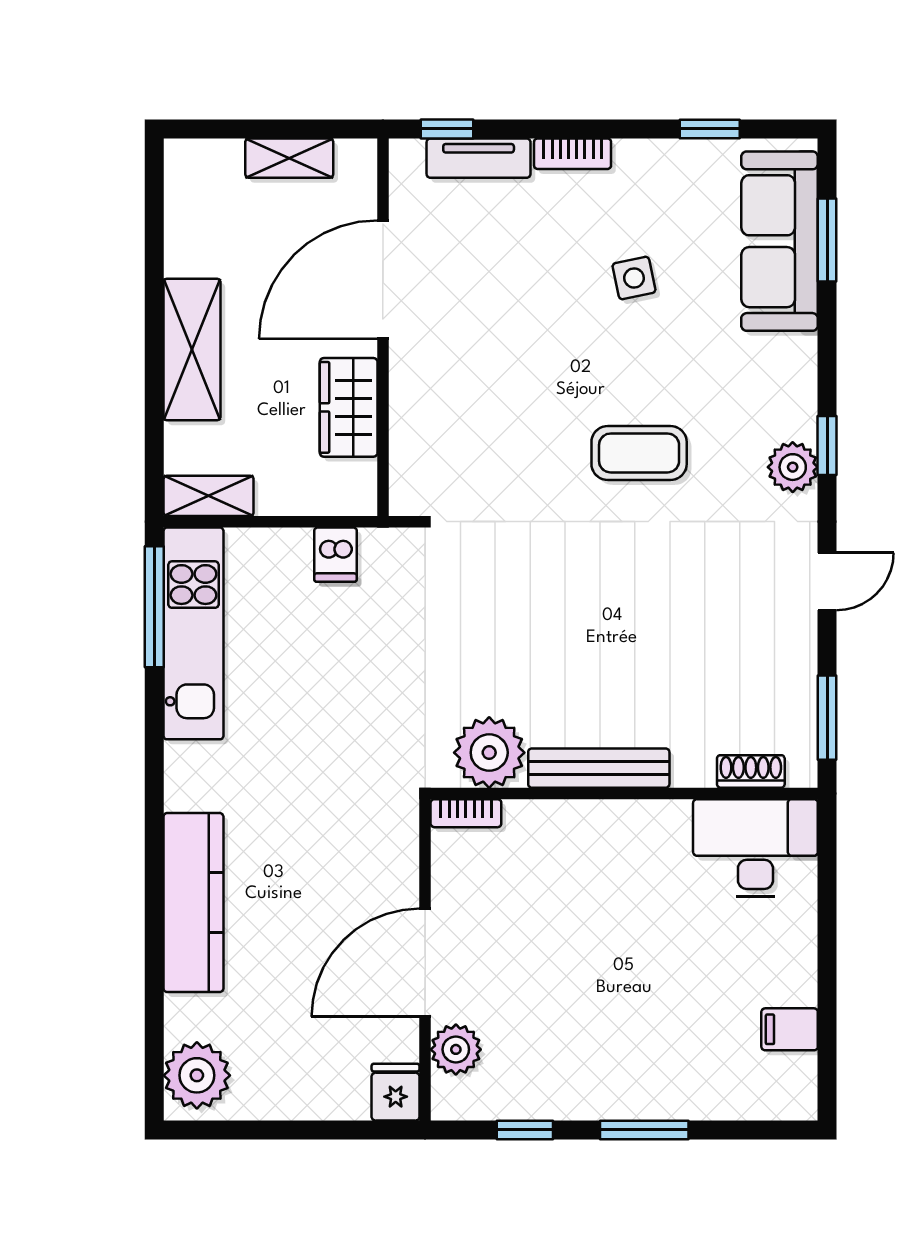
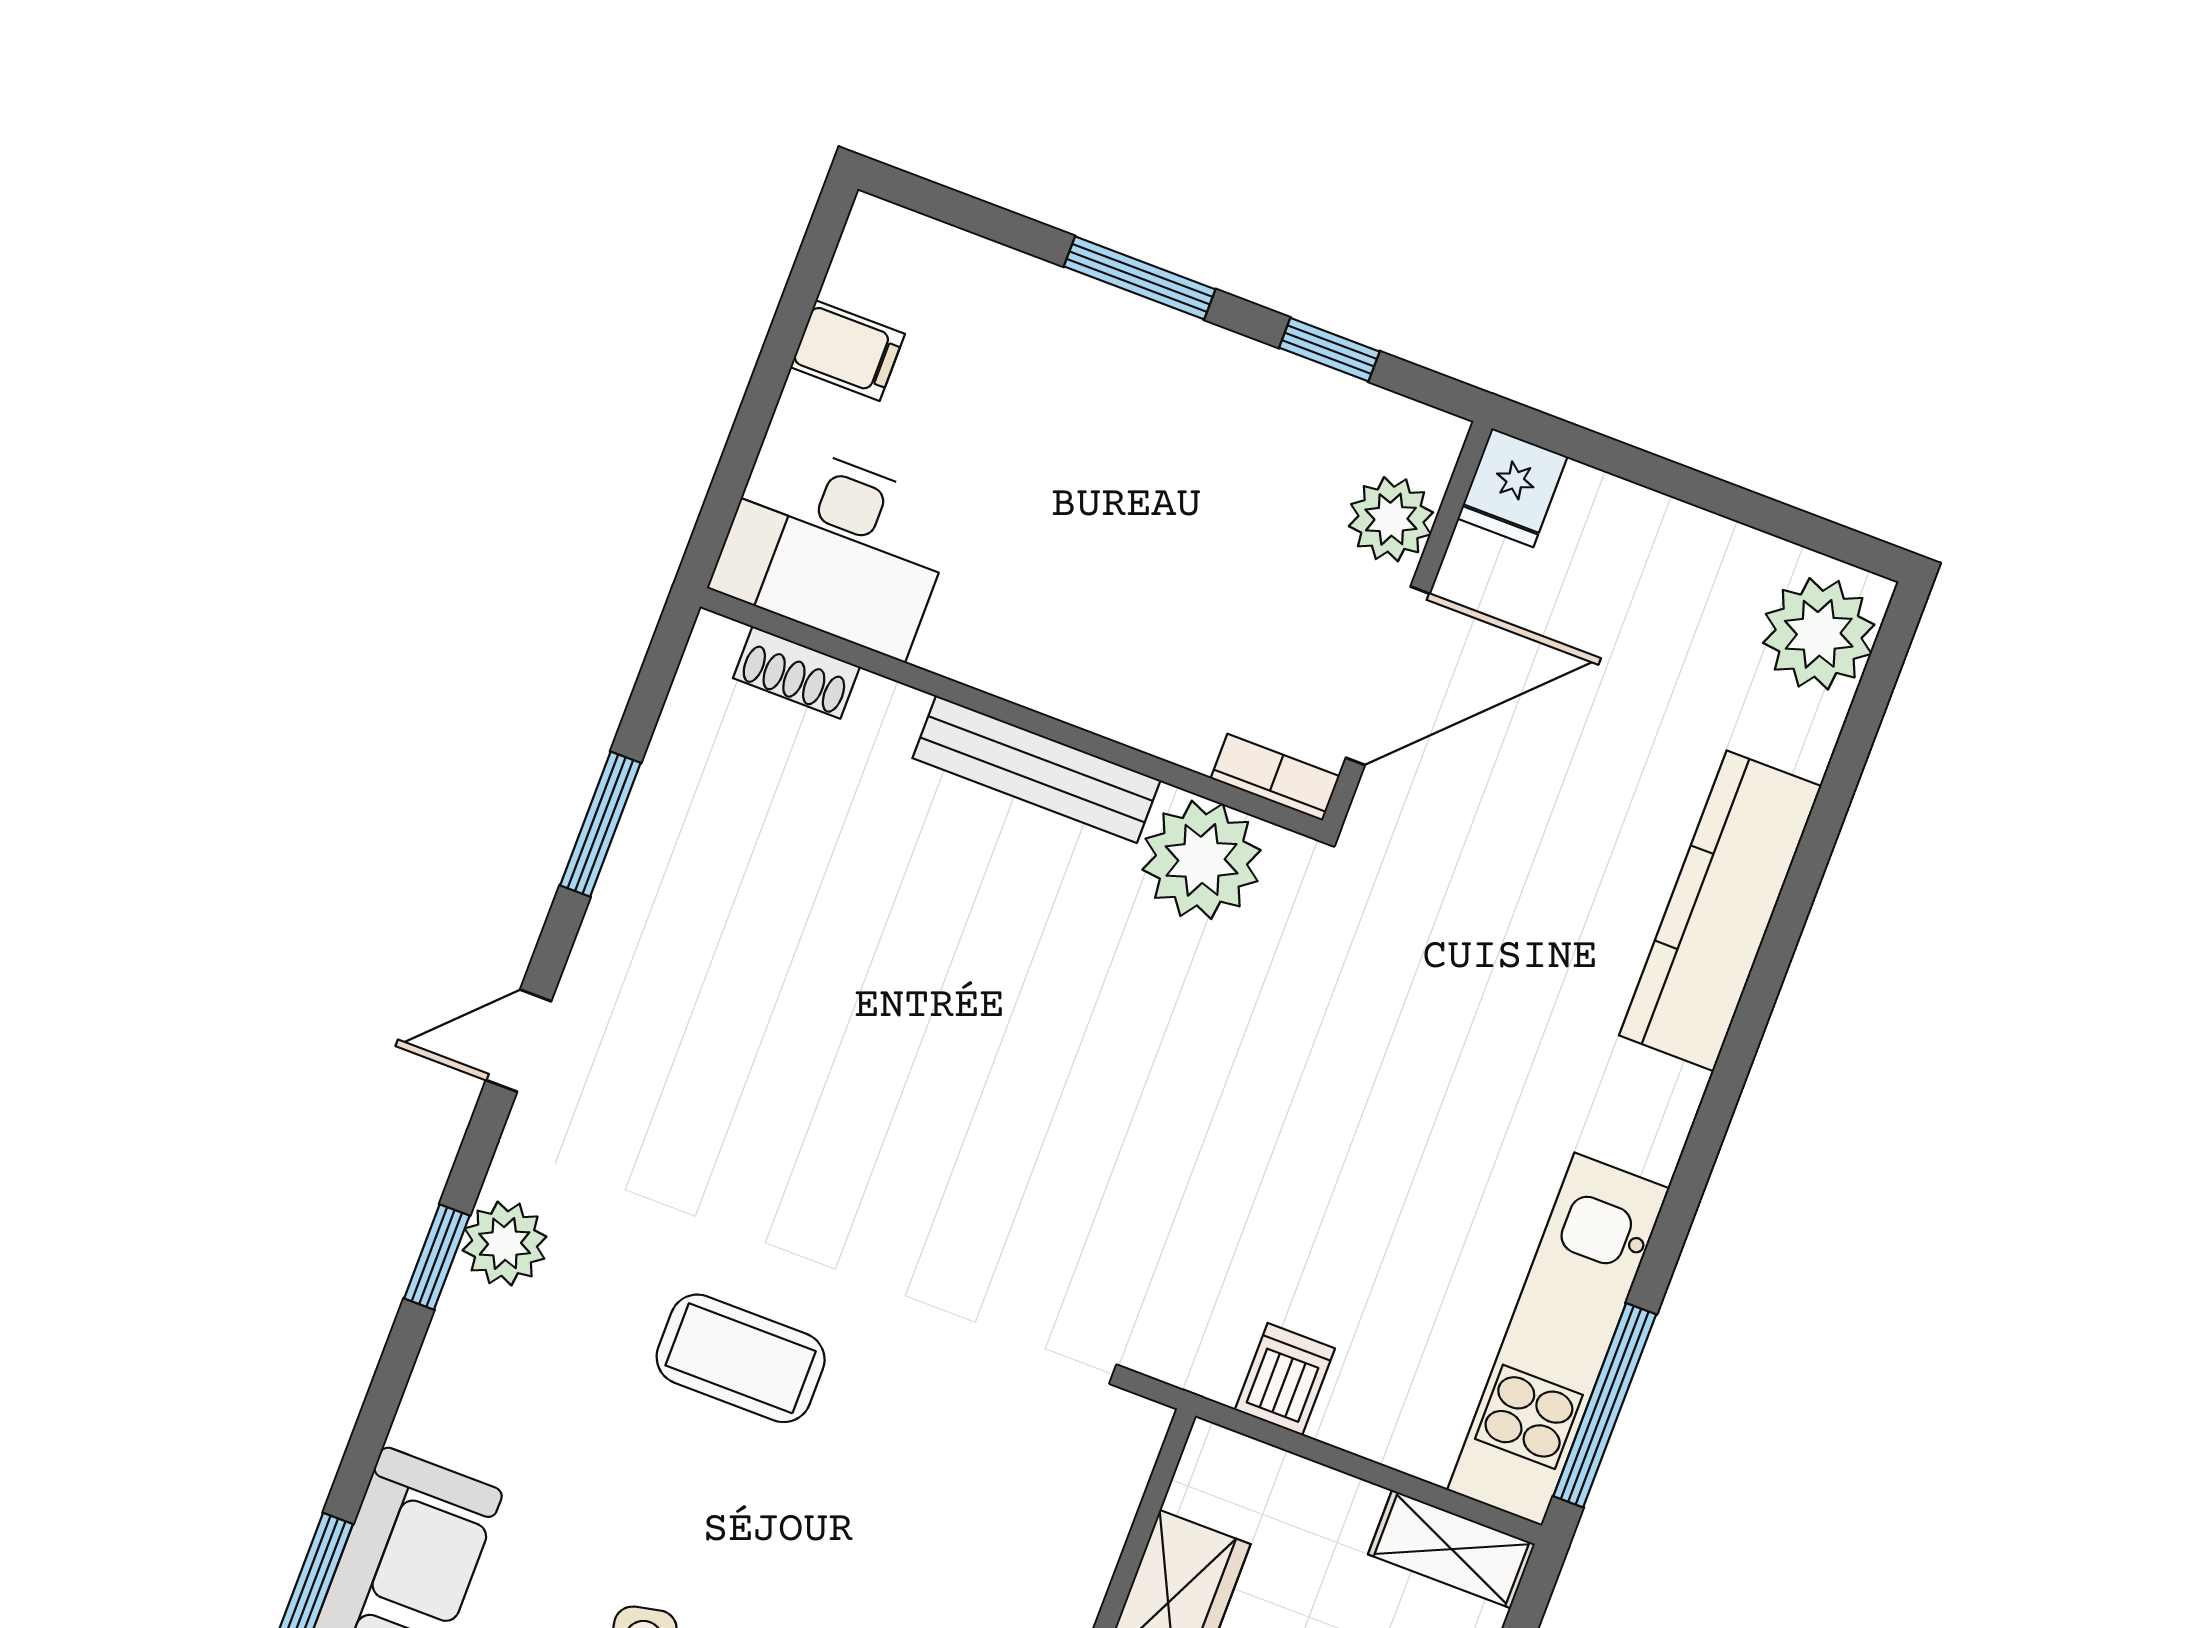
plant: (489, 753) -> (1202, 860), moved
bench: (599, 768) -> (1036, 769), moved
shoe rack: (751, 771) -> (796, 672), moved
wall: (624, 793) -> (1011, 713), moved
bookcase: (466, 813) -> (1275, 777), moved
desk: (755, 848) -> (835, 548), moved

